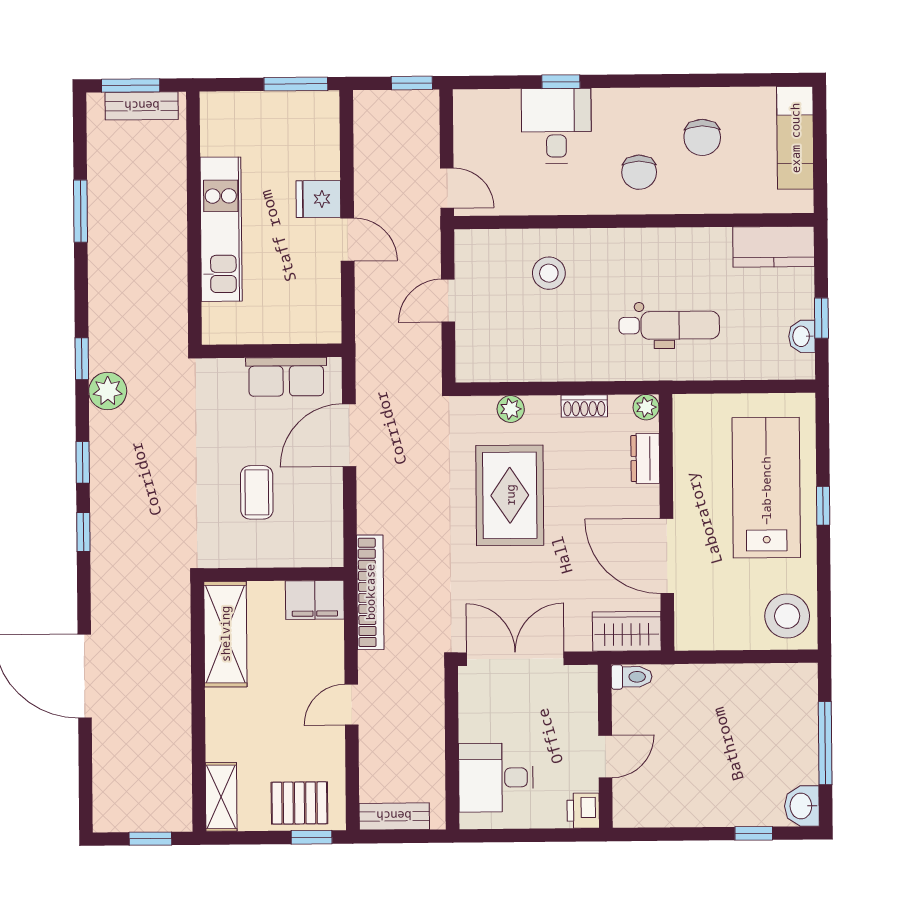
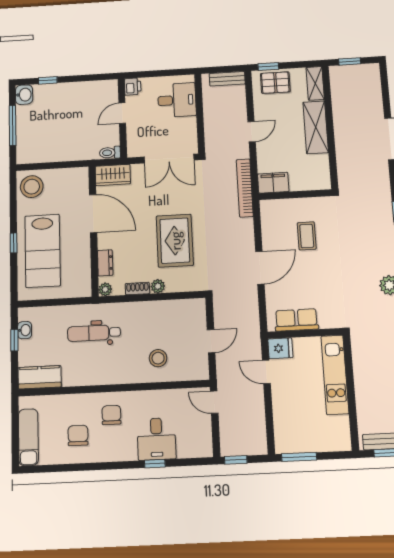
fridge: (318, 199) -> (280, 348), moved
wall: (272, 351) -> (305, 333), moved
row of seats: (286, 377) -> (296, 320), moved
plant: (511, 409) -> (158, 286), moved
shelving: (225, 634) -> (316, 127), moved

